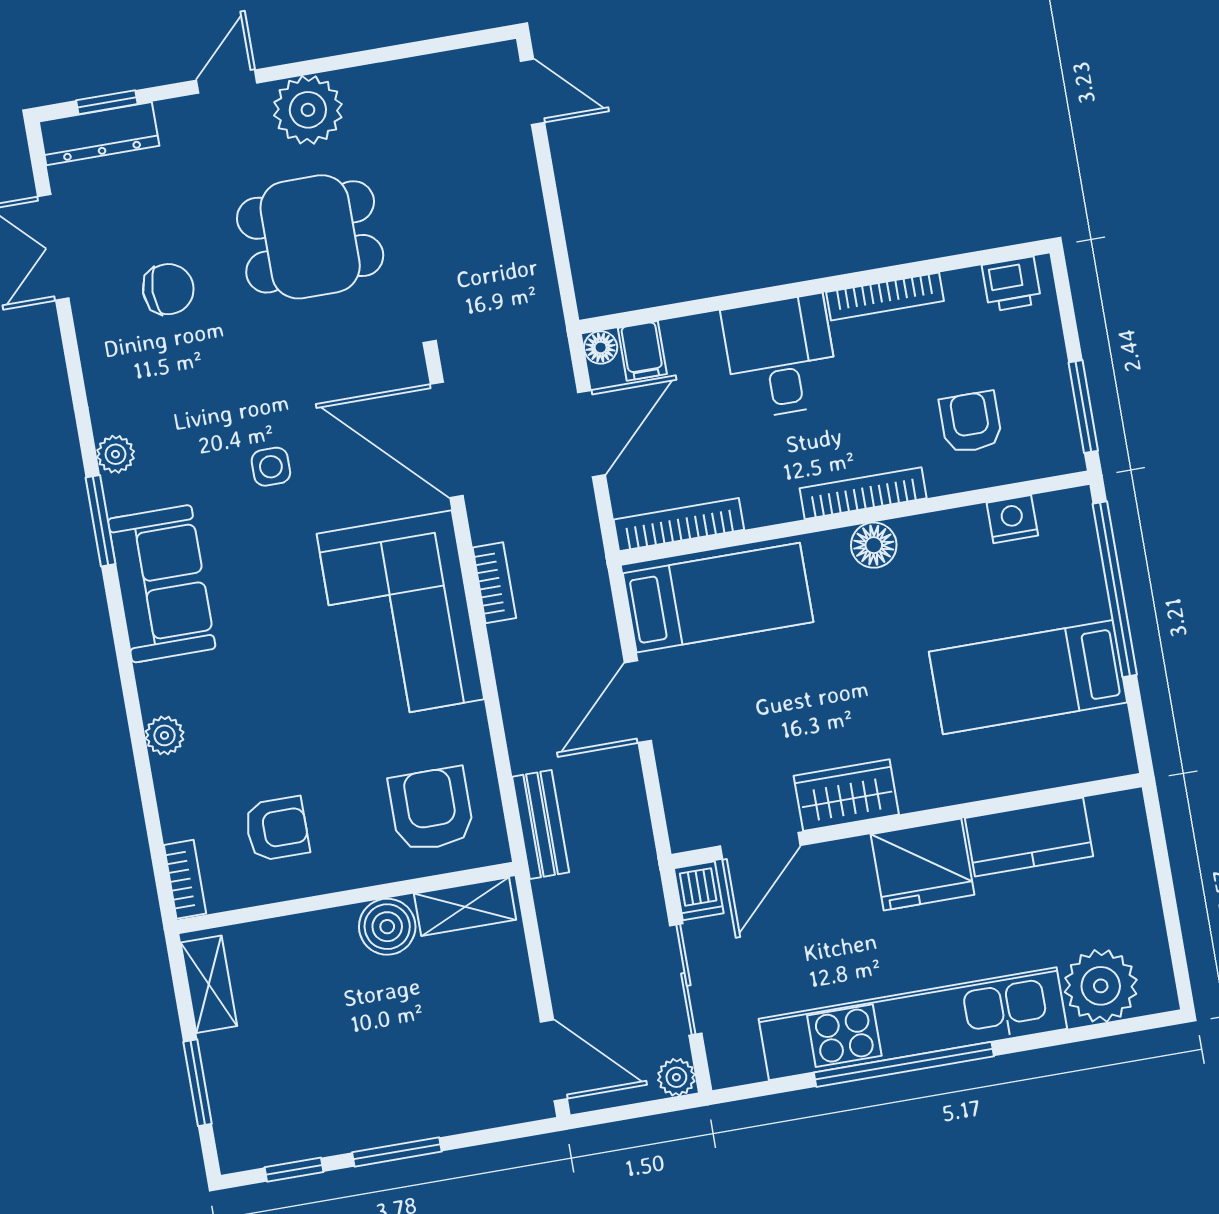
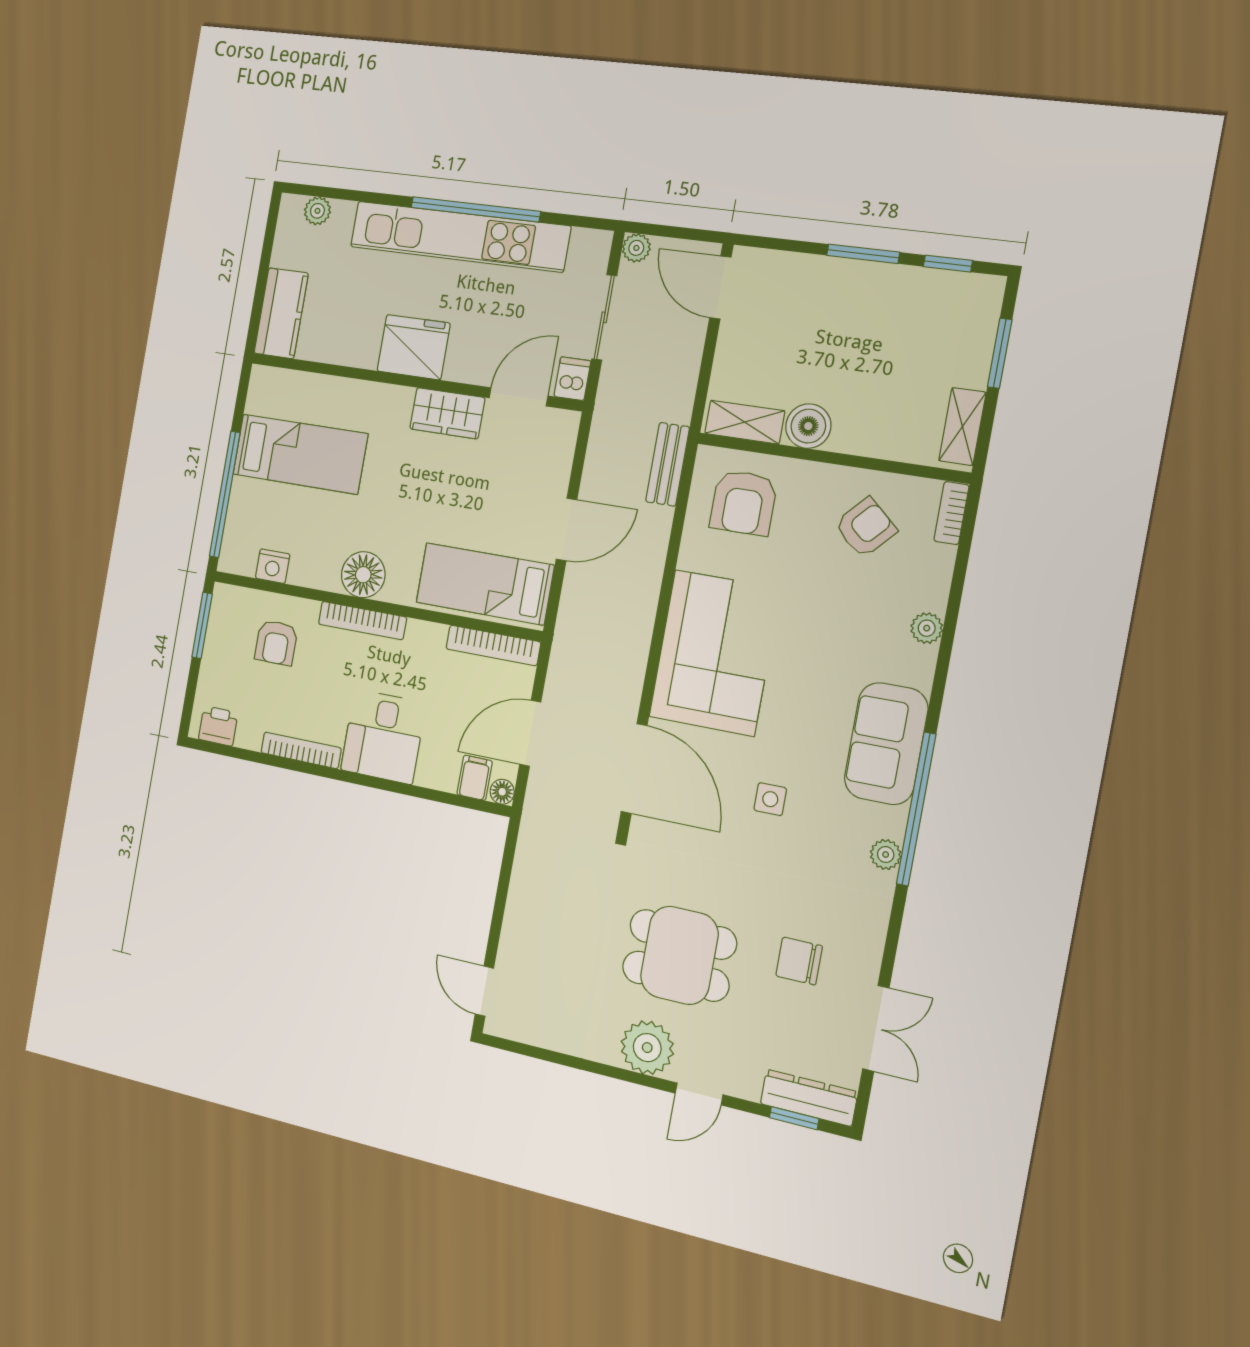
window: (101, 521) -> (916, 809), width x2.11
floor lamp: (874, 545) -> (363, 575), width x1.38, depth x1.38
bookcase: (494, 583) -> (637, 652), removed
armchair: (277, 829) -> (865, 528), turned 132
kitchen counter: (1029, 837) -> (281, 313), moved, turned 90
plant: (1101, 986) -> (317, 211), width x0.53, depth x0.53

